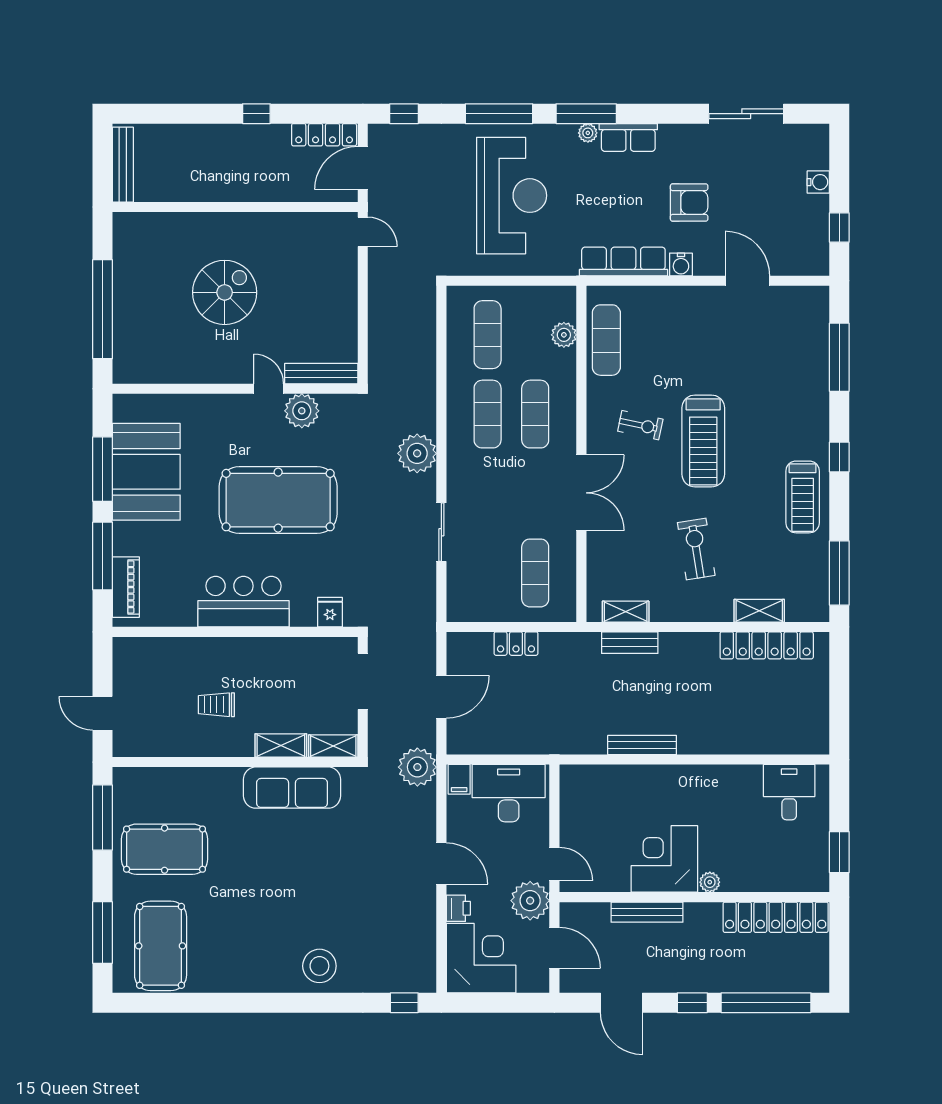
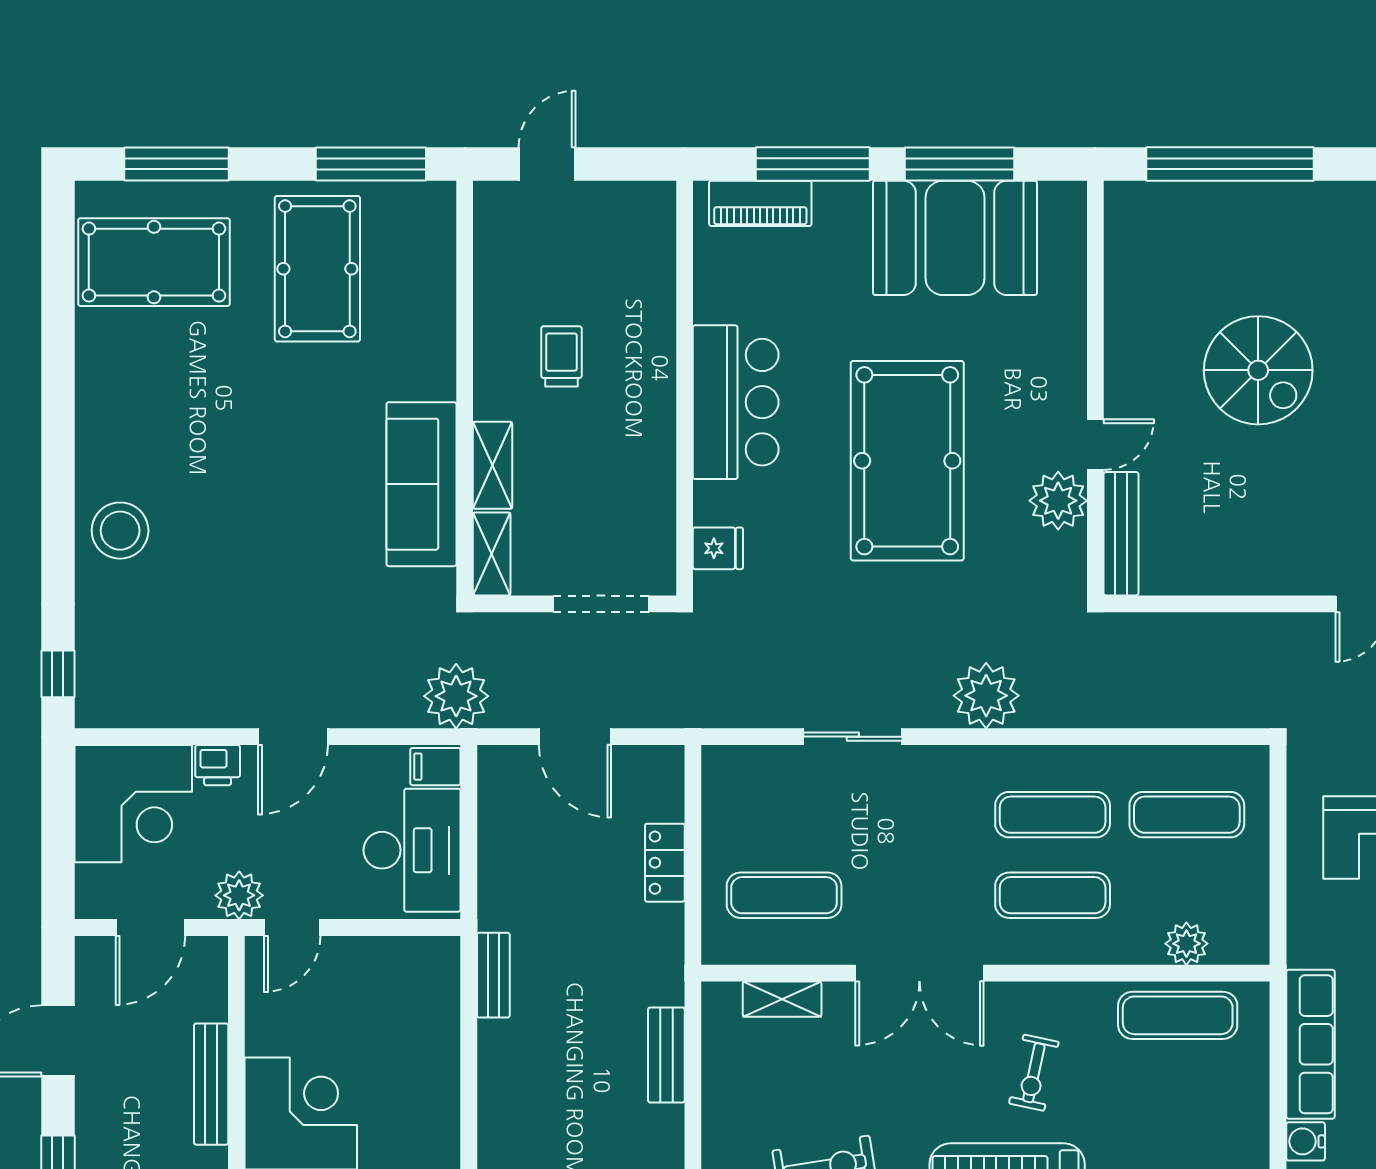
shelving: (626, 612) -> (782, 999), moved, turned 90
bench: (642, 745) -> (493, 975), moved, width x0.73
plant: (530, 901) -> (239, 895), width x0.73, depth x0.73

